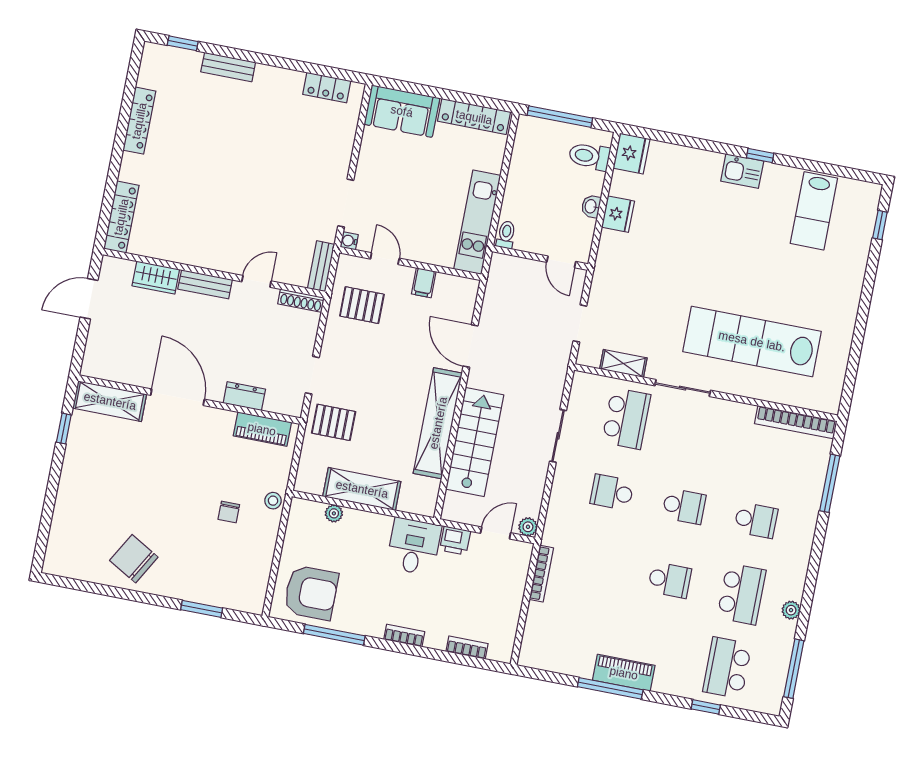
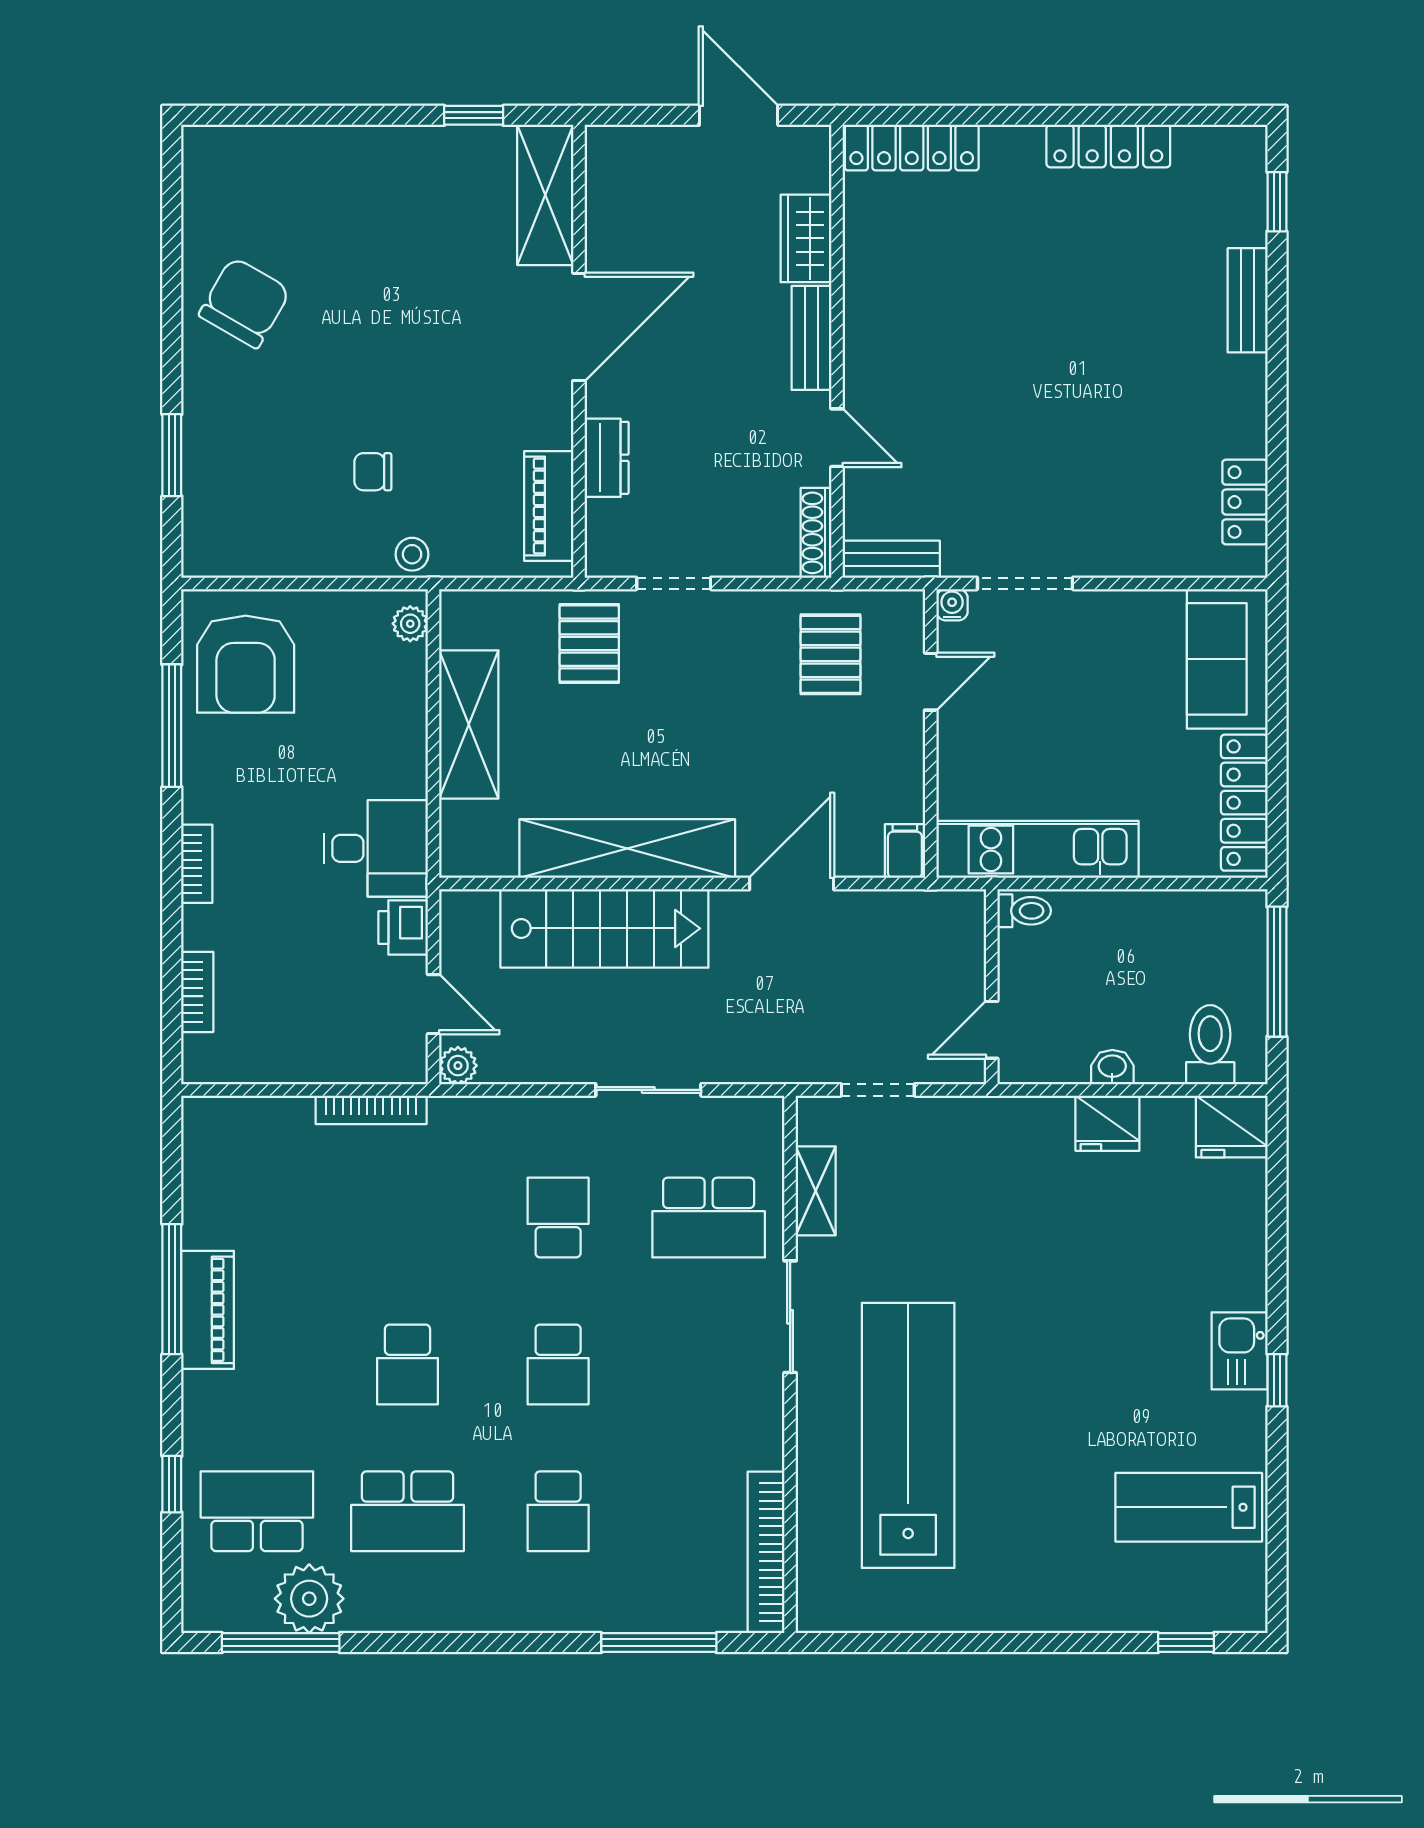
filing cabinet: (424, 283) -> (905, 851), moved, turned 90
plant: (334, 513) -> (410, 624), moved
plant: (791, 610) -> (309, 1599), moved, width x1.88, depth x1.88

